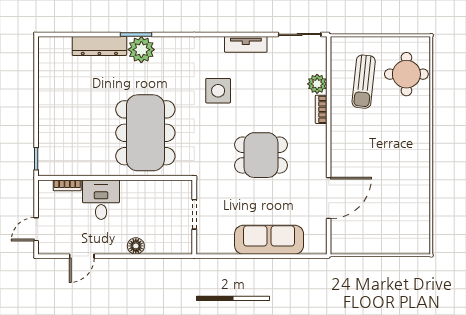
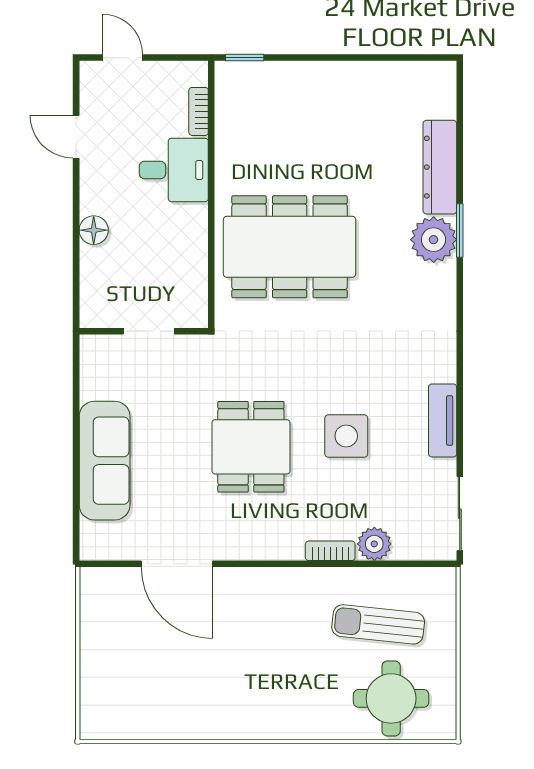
side table: (218, 91) -> (346, 436), moved

